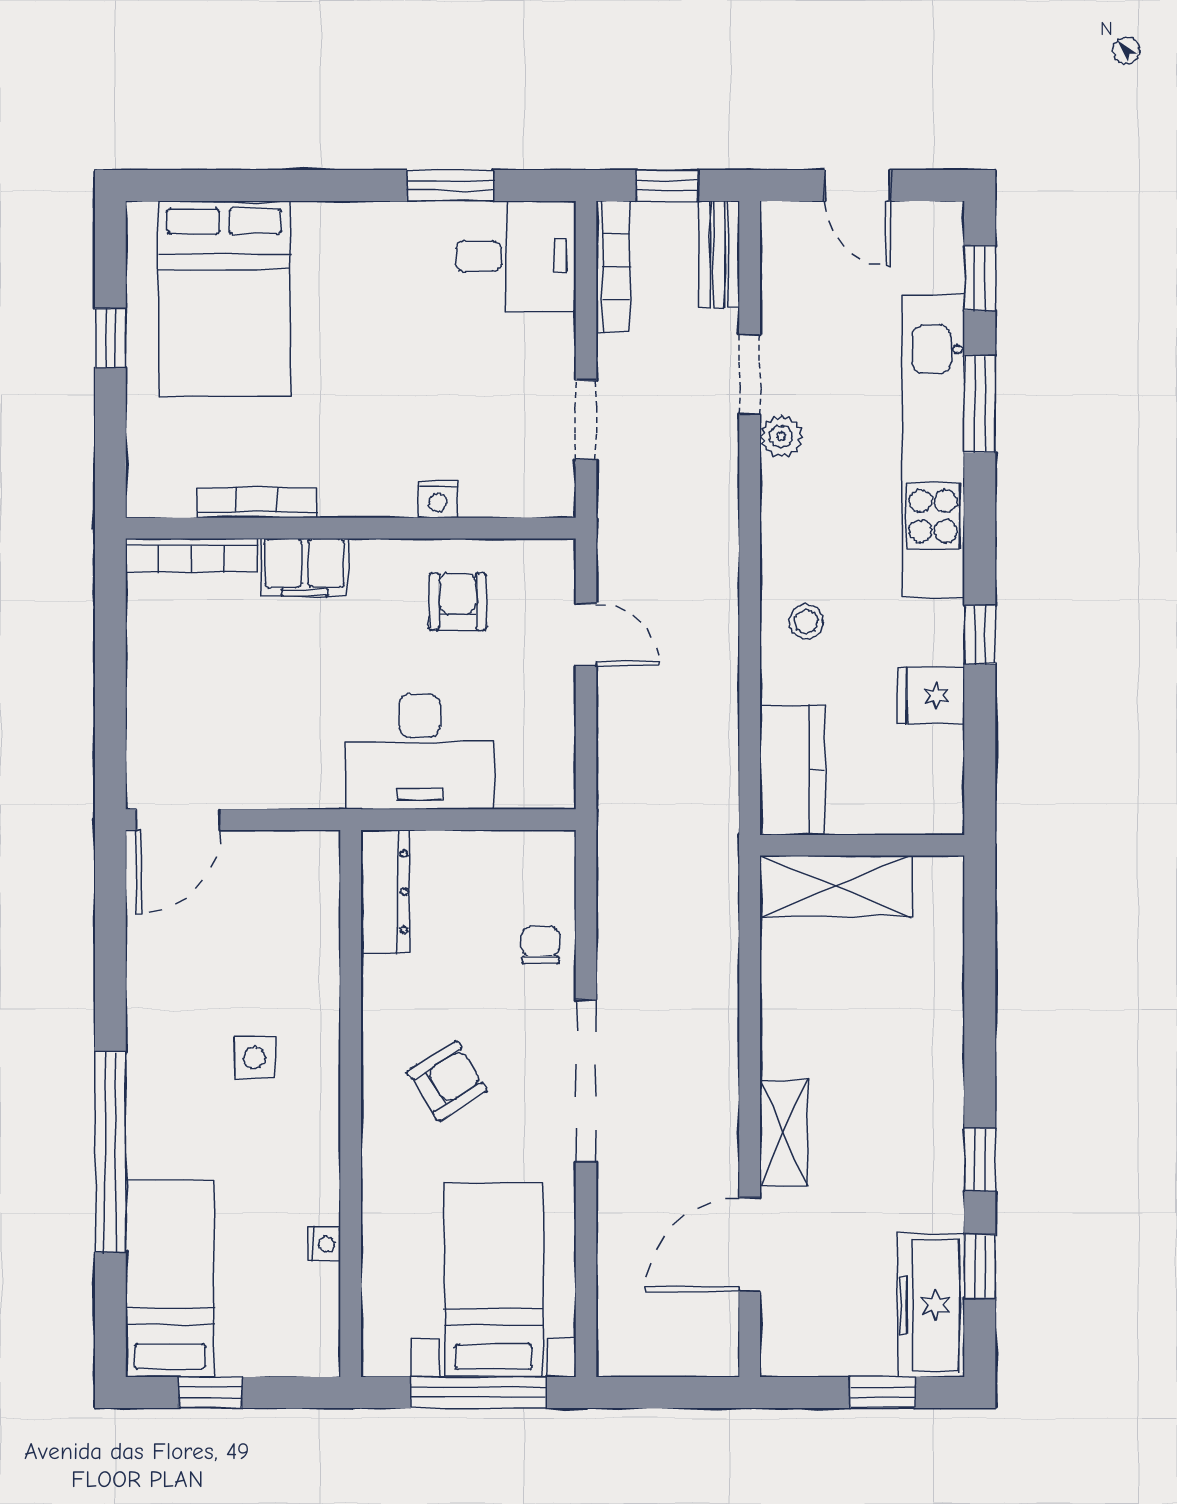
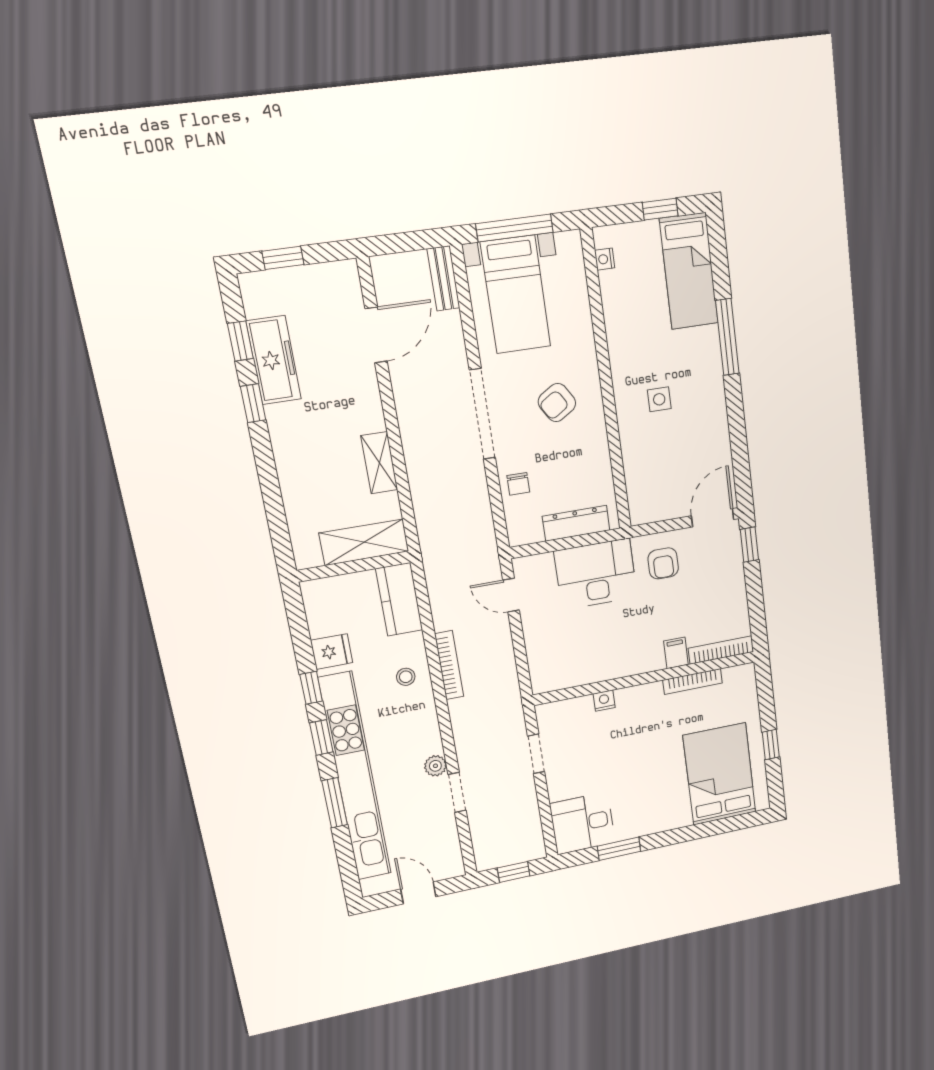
bench: (719, 254) -> (444, 278), moved
bookcase: (613, 266) -> (449, 665), moved, turned 180
window: (980, 278) -> (321, 738), moved
kitchen unit: (933, 446) -> (355, 777), width x1.36
filing cabinet: (305, 567) -> (676, 653), width x0.50
armchair: (458, 602) -> (663, 563), moved
door: (586, 635) -> (511, 595), moved
window: (110, 755) -> (749, 545), added
dresser: (385, 892) -> (576, 523), moved, turned 90
shelving: (784, 1132) -> (379, 463), moved
window: (110, 1152) -> (727, 337), width x0.68
nightstand: (324, 1244) -> (605, 259), moved
freezer: (931, 1305) -> (274, 360), moved

